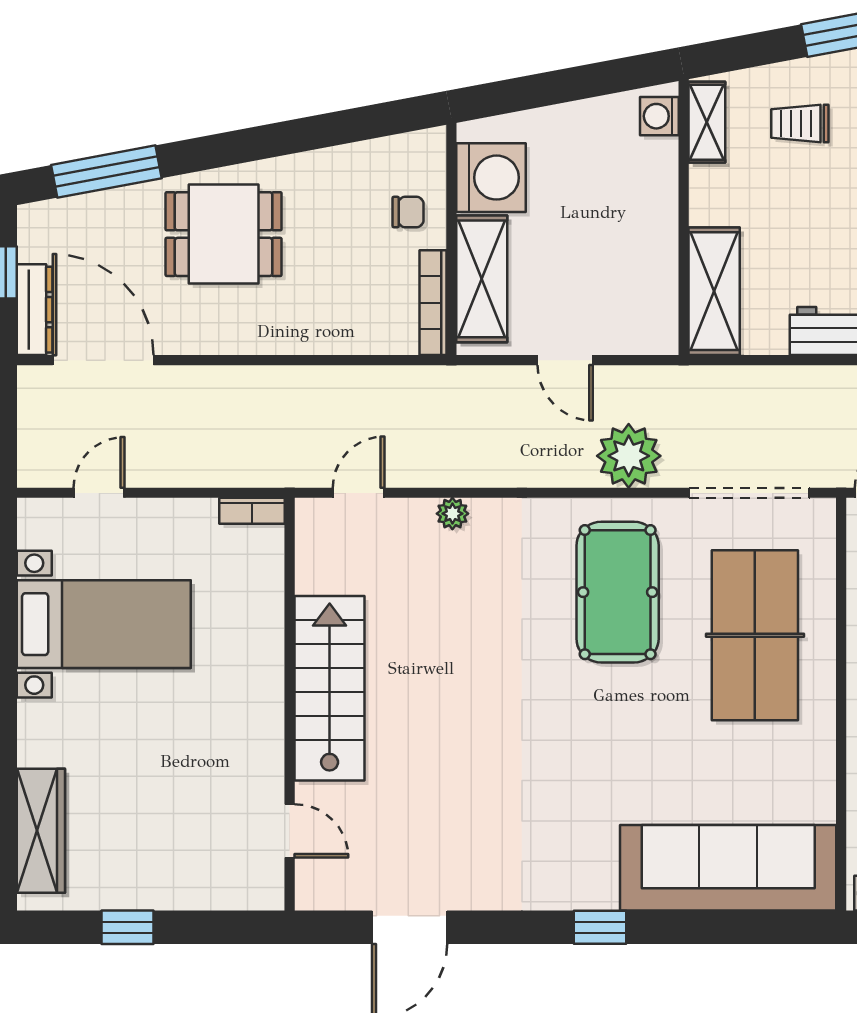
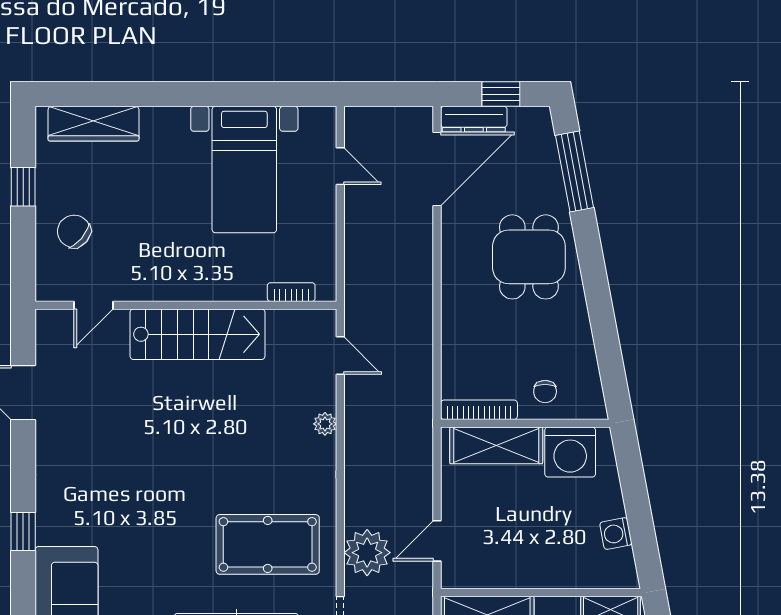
washing machine: (659, 116) -> (616, 534), moved, turned -101
door: (565, 360) -> (437, 541), moved
bookcase: (252, 511) -> (291, 292), moved, turned 90
chair: (189, 858) -> (74, 231), added

